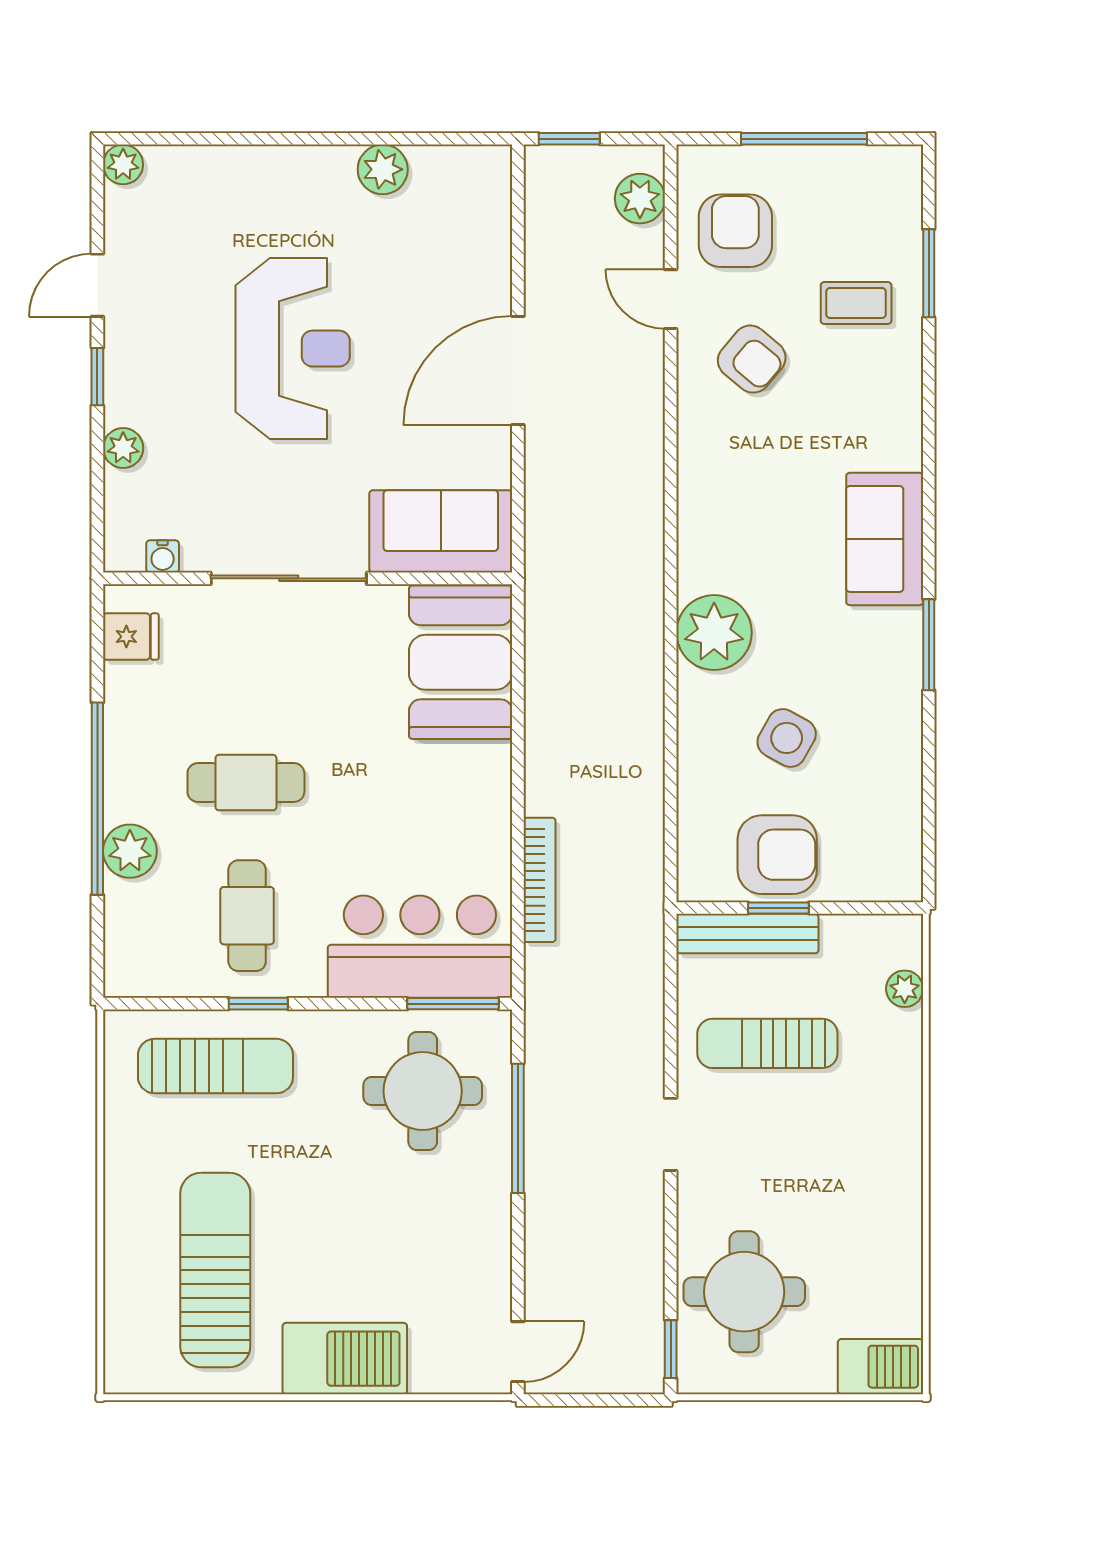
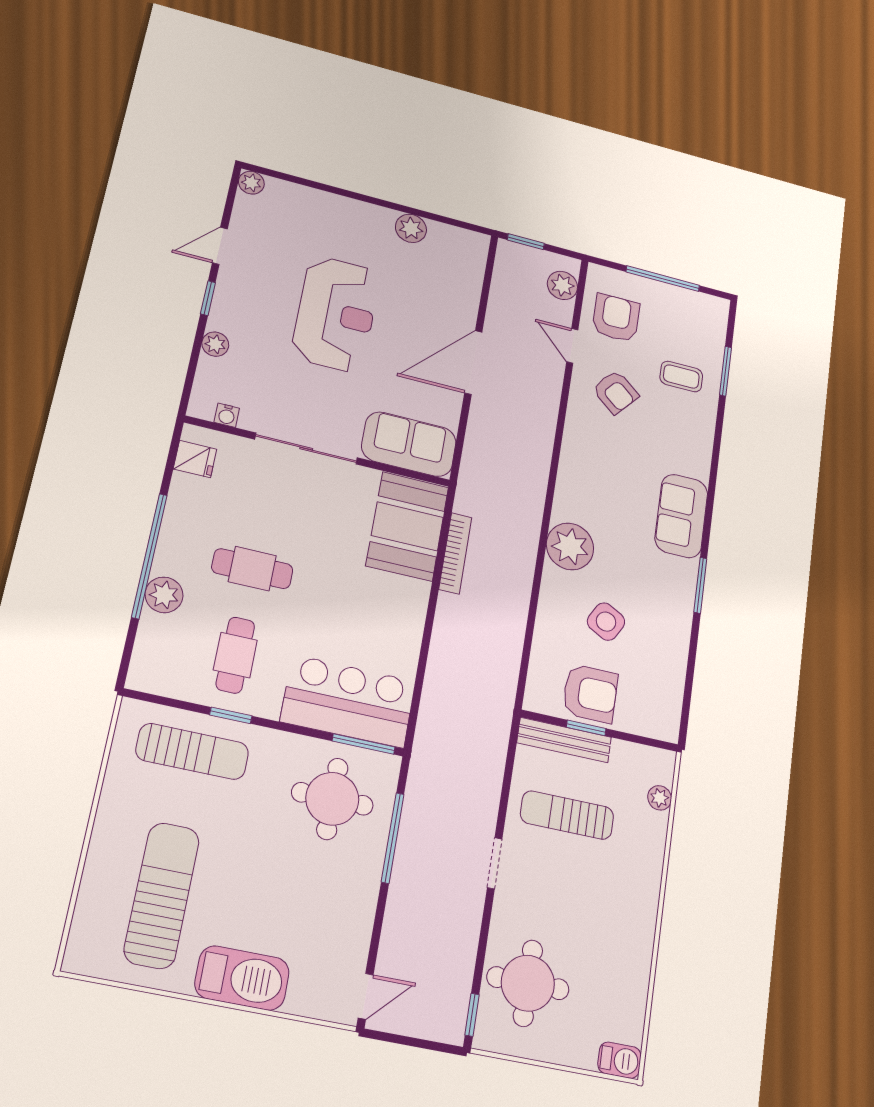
bookcase: (540, 880) -> (455, 553), moved
barbecue: (880, 1367) -> (619, 1060), width x0.73, depth x0.79

